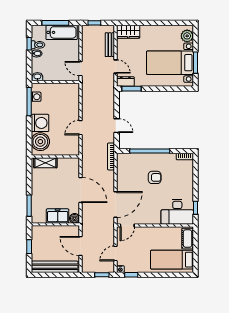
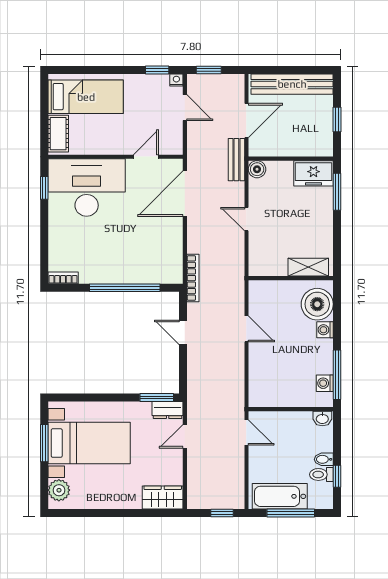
bench: (110, 45) -> (236, 160), moved
door: (116, 67) -> (185, 436), hinge flipped
washing machine: (40, 123) -> (325, 330), width x0.53, depth x0.53
door: (81, 128) -> (246, 329), hinge flipped
armchair: (155, 177) -> (116, 241), removed
door: (81, 190) -> (246, 219), width x0.53
desk: (177, 212) -> (87, 187), width x1.36, depth x1.30
freezer: (58, 216) -> (313, 173), moved
door: (127, 225) -> (146, 157), moved
door: (81, 246) -> (246, 121), hinge flipped
door: (116, 253) -> (185, 108), hinge flipped

